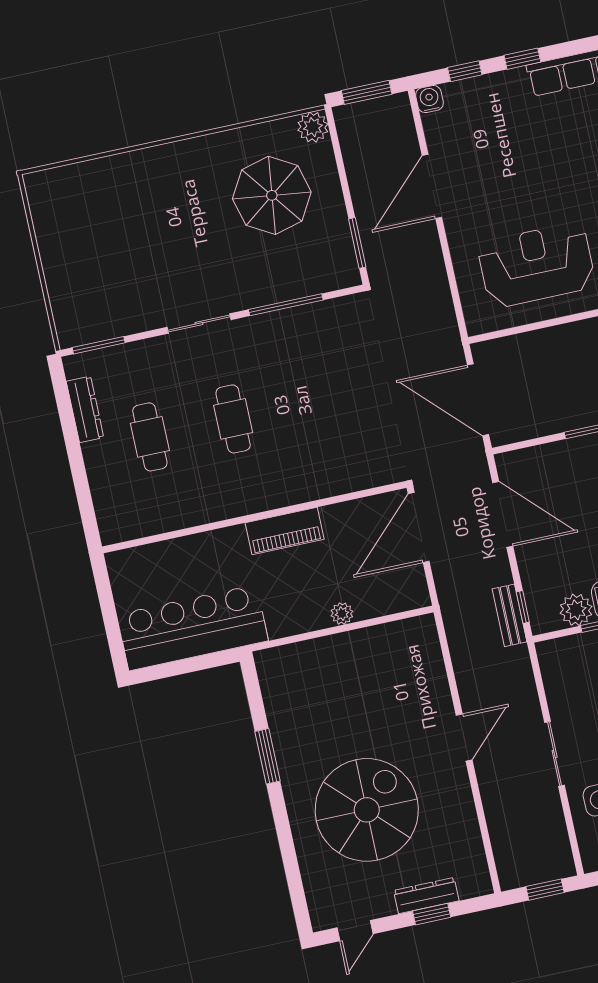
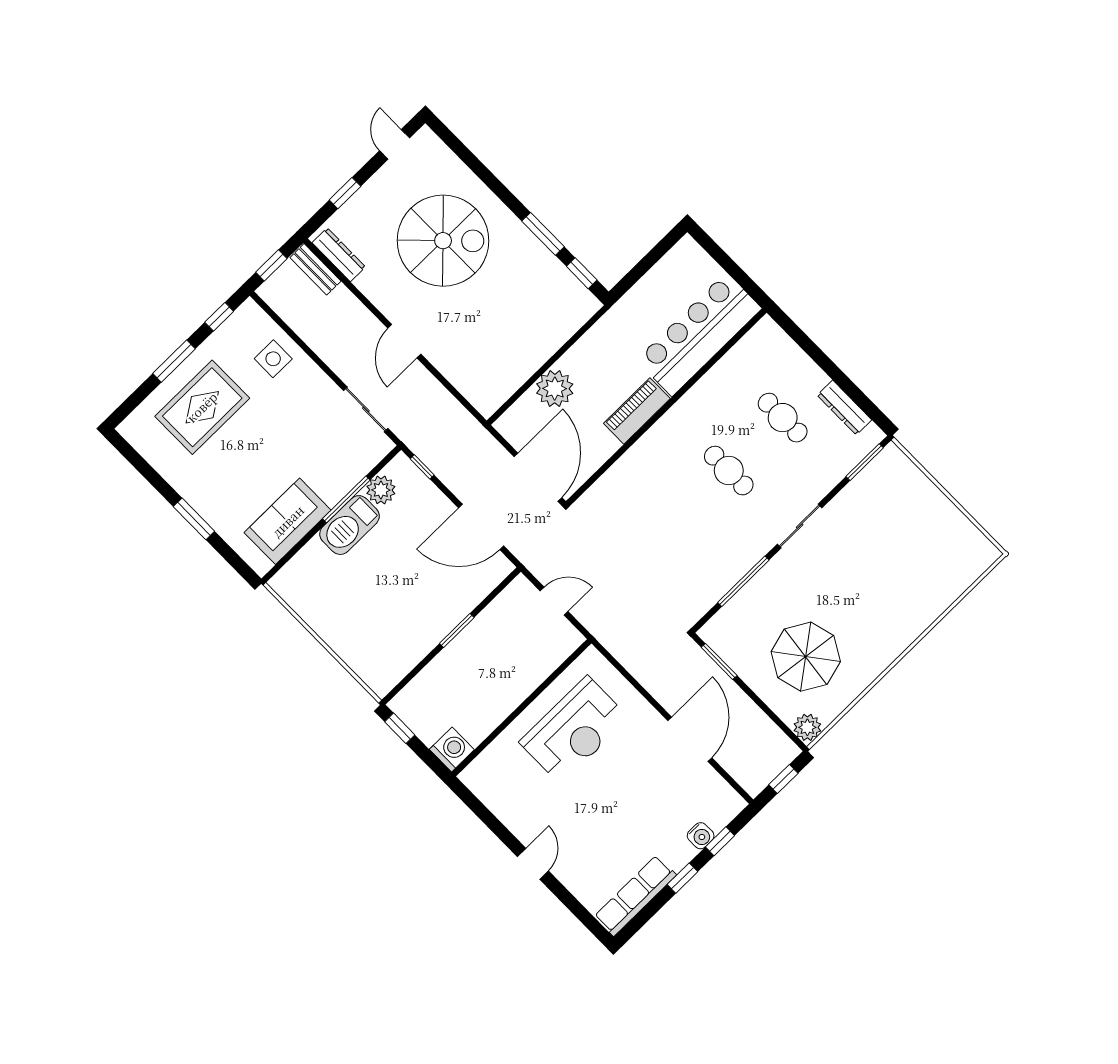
window: (367, 92) -> (783, 779), width x0.67
water cooler: (429, 99) -> (701, 836), moved
door: (478, 400) -> (554, 601), width x0.53
plant: (342, 614) -> (555, 389), width x1.88, depth x1.88
bench: (510, 615) -> (315, 269), moved
bar counter: (193, 628) -> (699, 334), moved, turned 180
window: (254, 695) -> (582, 273), added
sliding door: (555, 754) -> (366, 410), moved
spiral stairs: (367, 810) -> (443, 241), turned -90
dresser: (426, 896) -> (339, 255), moved, turned -90

